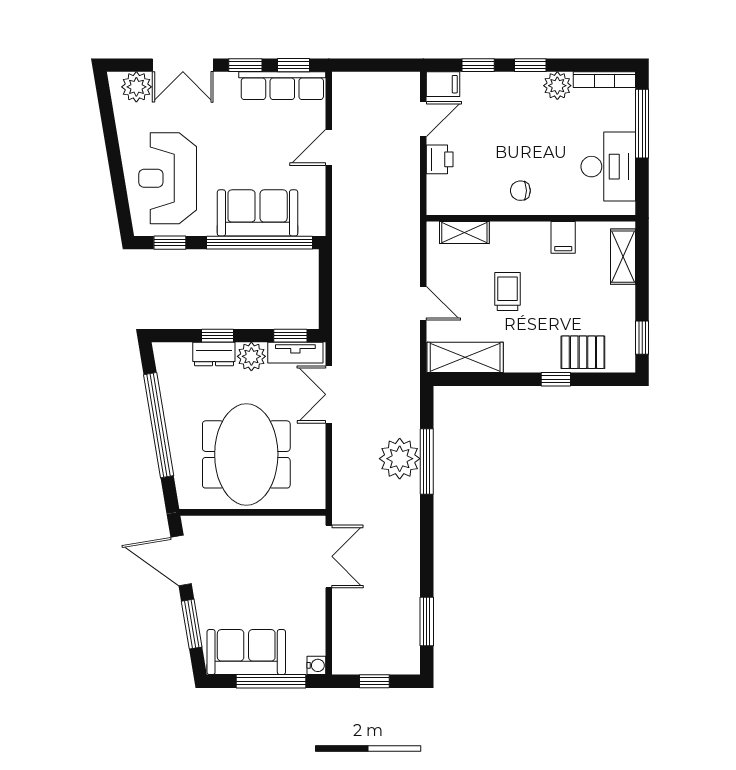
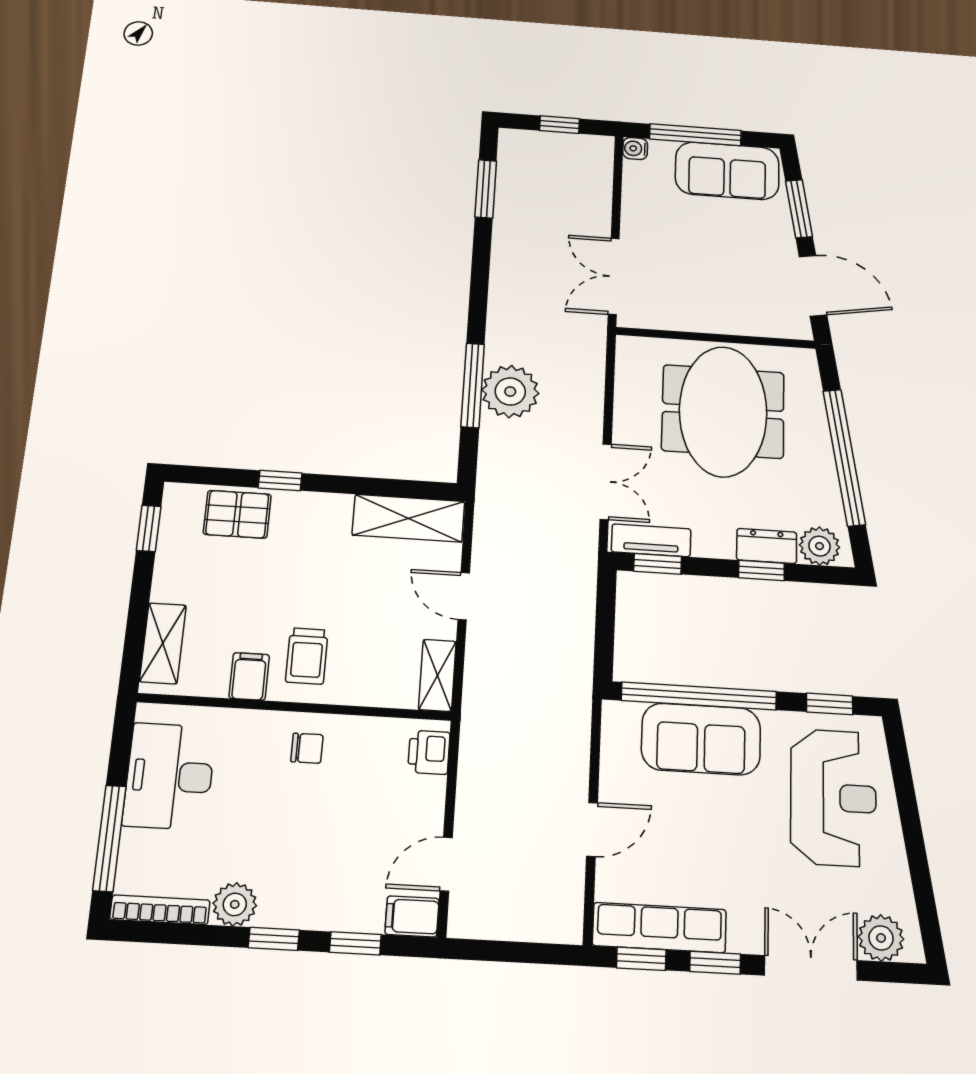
printer: (440, 159) -> (429, 752), moved
shelving: (464, 232) -> (437, 675), moved, turned 90
trolley: (508, 291) -> (307, 656), moved
plant: (251, 356) -> (820, 546), moved

